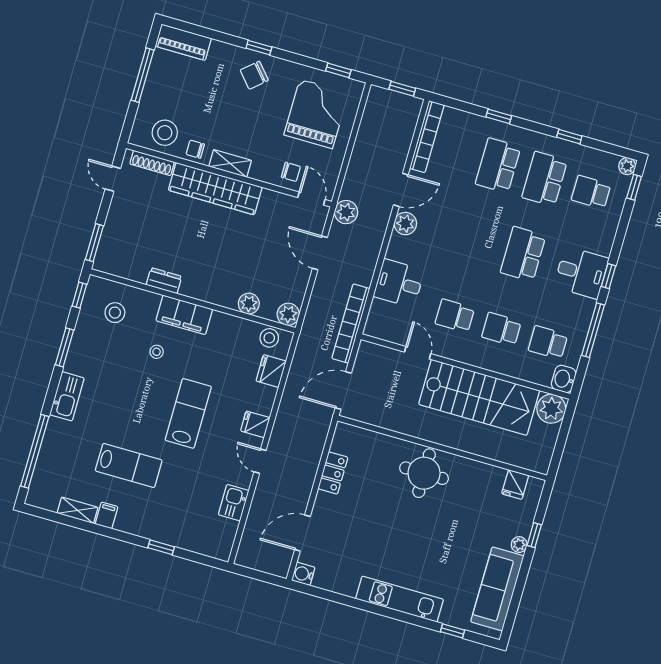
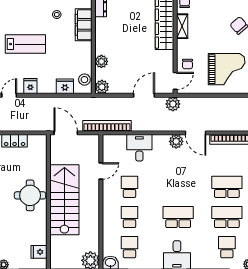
stairs: (479, 397) -> (64, 200), moved, turned 180

